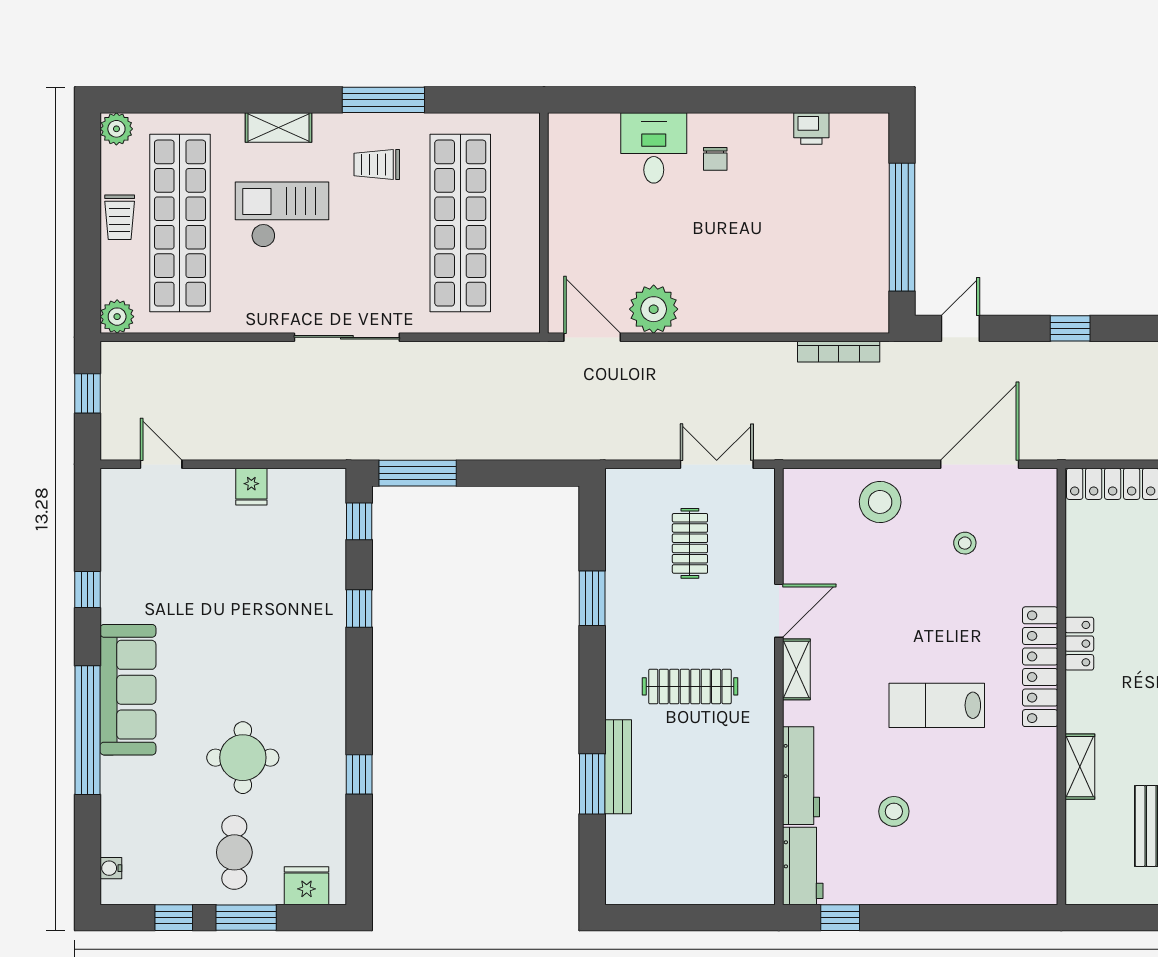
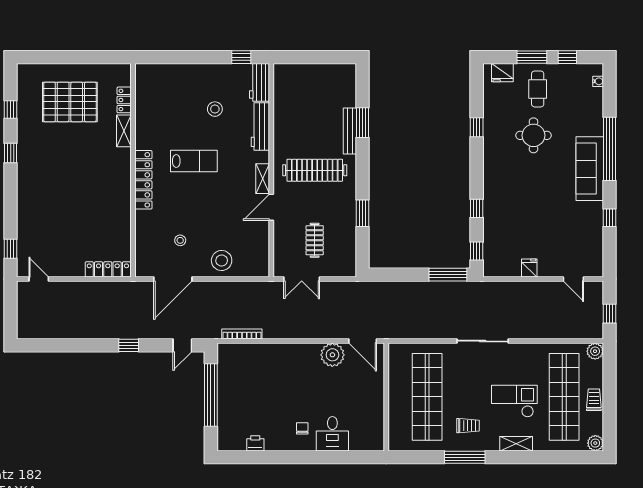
checkout: (282, 215) -> (514, 401), turned 180
locker: (1079, 644) -> (124, 100), moved
clothes rail: (690, 686) -> (315, 170), width x1.37, depth x1.31

